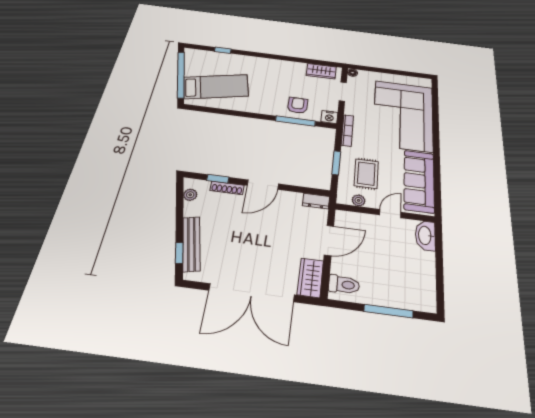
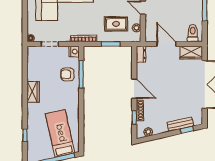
wardrobe: (321, 71) -> (33, 92), moved
bench: (191, 244) -> (180, 124), width x0.73

